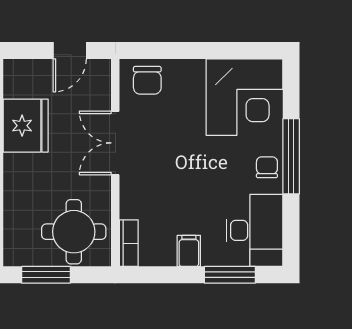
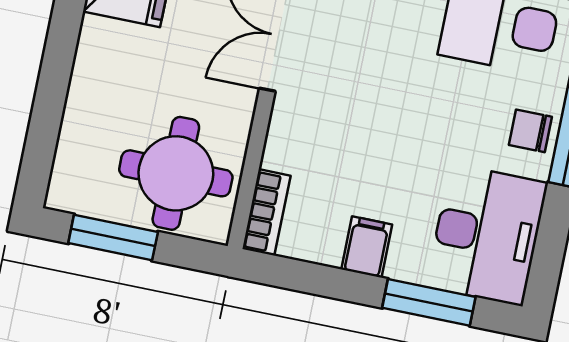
chair: (267, 167) -> (530, 131), turned -90

